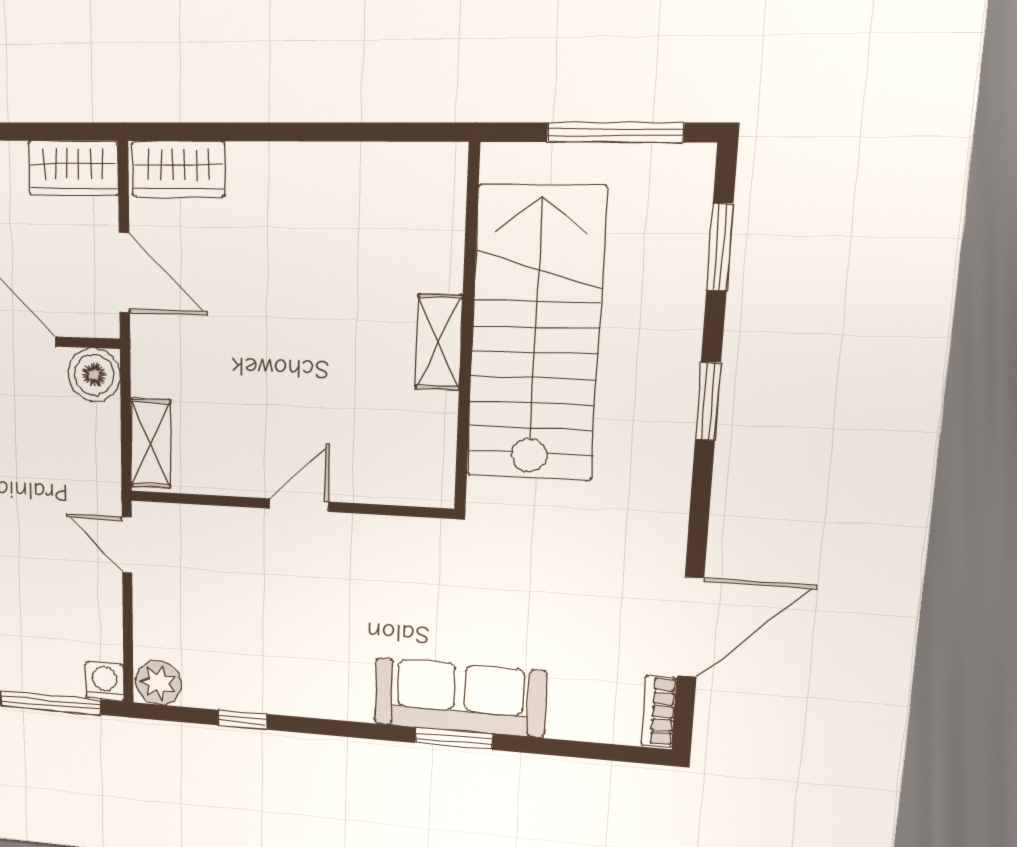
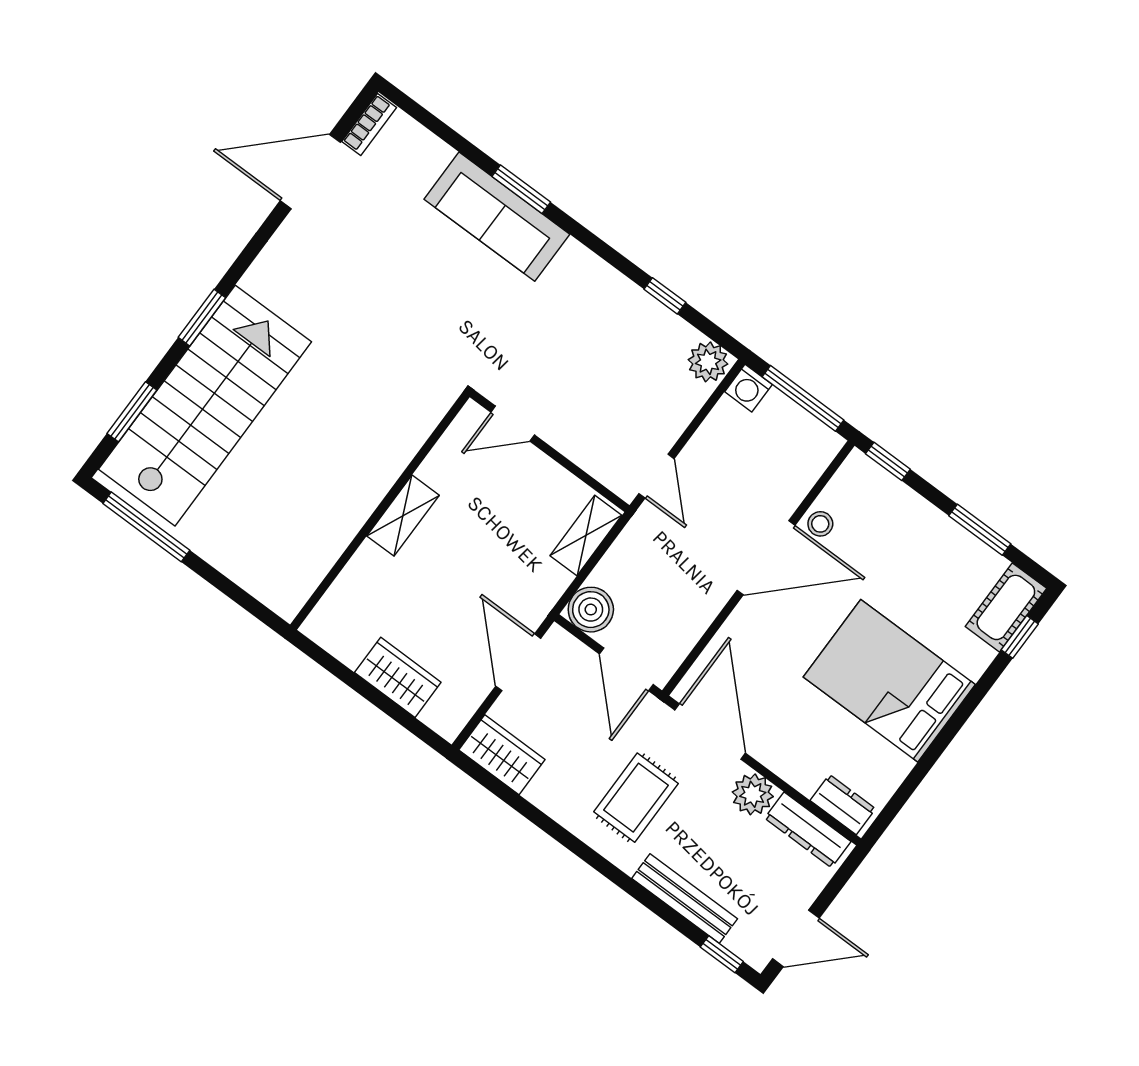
wardrobe: (178, 169) -> (398, 677), moved
wall: (467, 330) -> (380, 511), moved
stairs: (535, 334) -> (205, 406), moved, turned 180
shelving: (439, 342) -> (403, 516), moved

